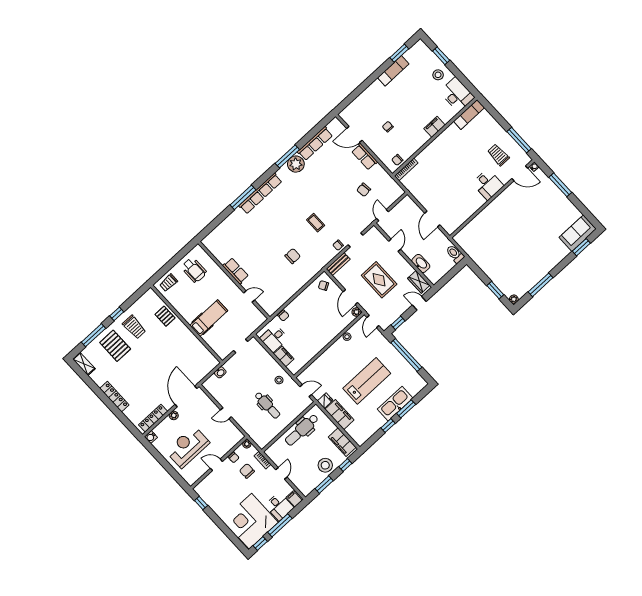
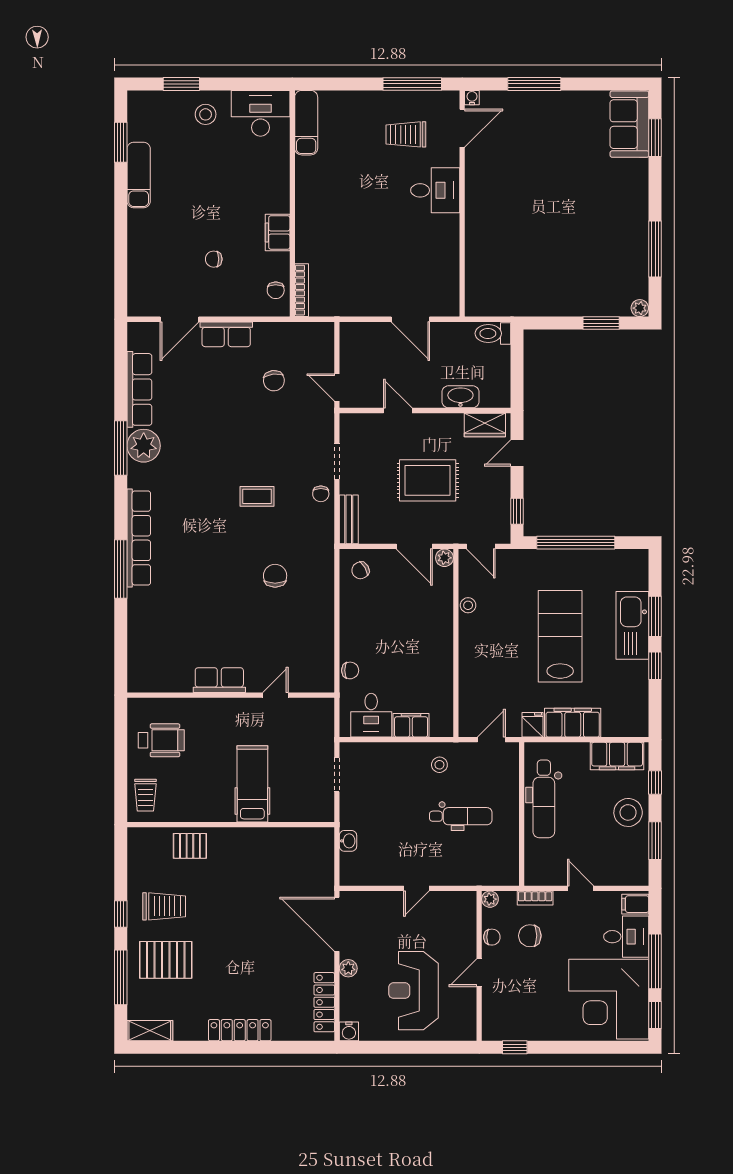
filing cabinet: (435, 127) -> (278, 233), moved

